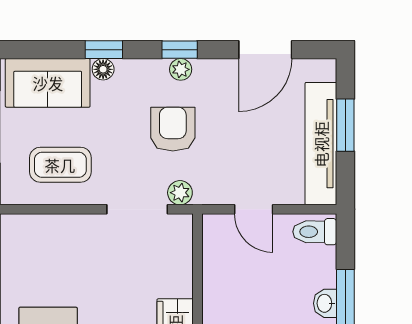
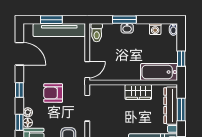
plant: (181, 69) -> (28, 112), moved
plant: (180, 193) -> (80, 90), removed
door: (254, 209) -> (87, 70), moved

